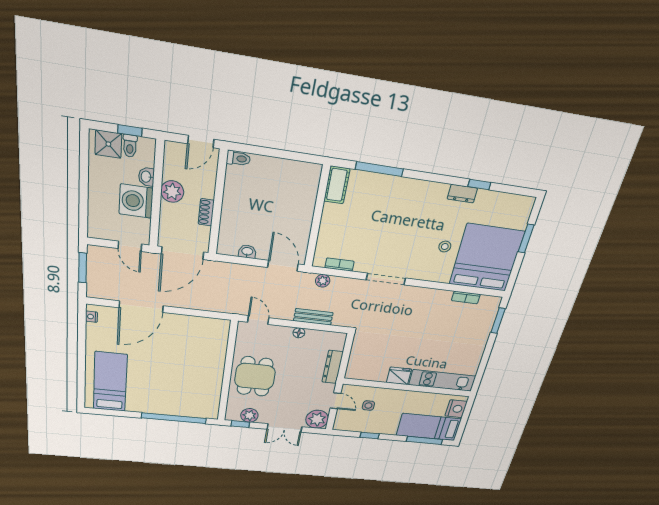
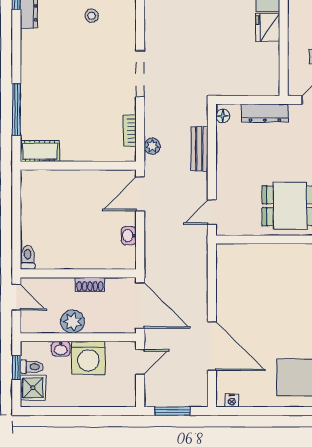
floor lamp: (299, 333) -> (223, 116), moved

